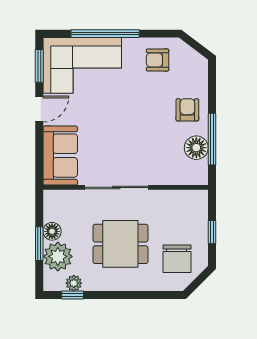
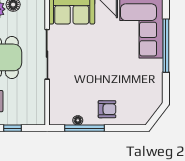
armchair: (157, 60) -> (146, 86), removed
floor lamp: (196, 148) -> (78, 120), width x0.53, depth x0.53

